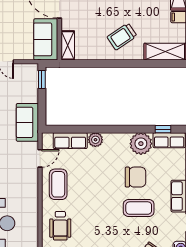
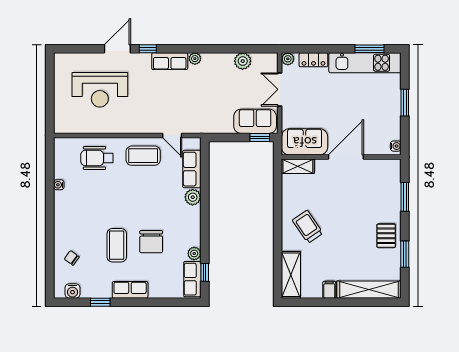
sofa: (27, 122) -> (255, 121), moved
plant: (141, 144) -> (194, 253), width x0.53, depth x0.53

